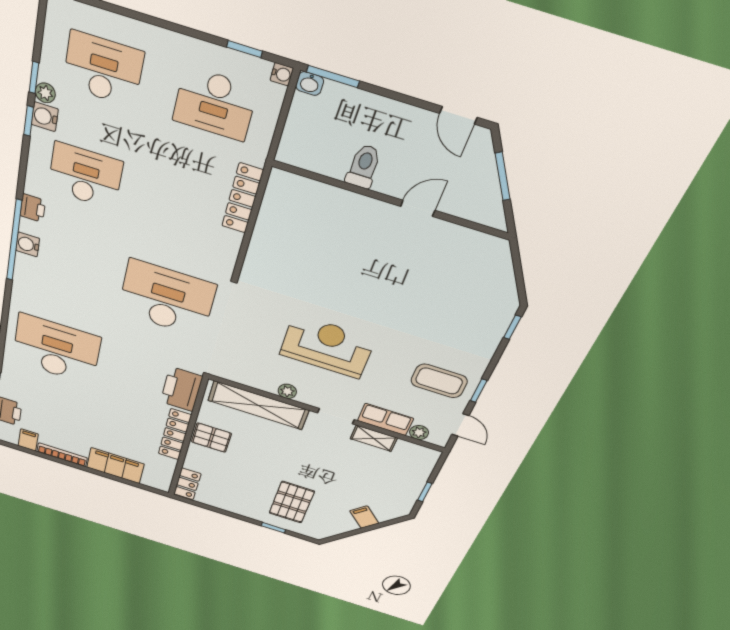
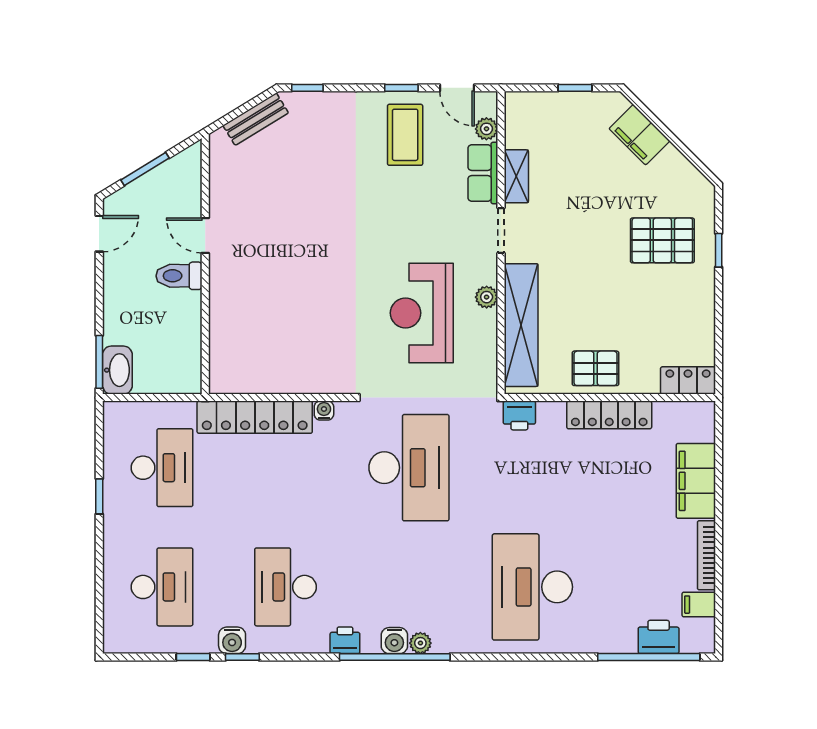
window: (245, 49) -> (99, 496), moved
desk: (103, 69) -> (162, 587), turned 180
water cooler: (282, 74) -> (324, 411), moved
washbasin: (310, 83) -> (117, 370), width x1.91, depth x1.45
plant: (45, 93) -> (420, 643), moved
toilet: (363, 167) -> (179, 276), moved
locker: (242, 198) -> (255, 417), width x1.41, depth x1.21
bench: (505, 281) -> (256, 119), added
desk: (167, 299) -> (409, 468), turned 180
reception desk: (327, 346) -> (422, 313), moved
printer: (181, 389) -> (519, 415), width x0.53, depth x0.68
door: (460, 425) -> (457, 88), swing flipped
pallet: (211, 438) -> (596, 368), turned 90
filing cabinet: (364, 517) -> (639, 135), width x2.00

